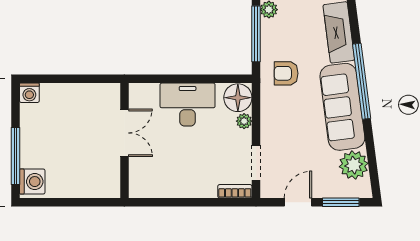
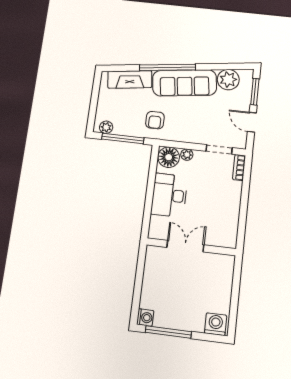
window: (15, 156) -> (168, 332), moved

